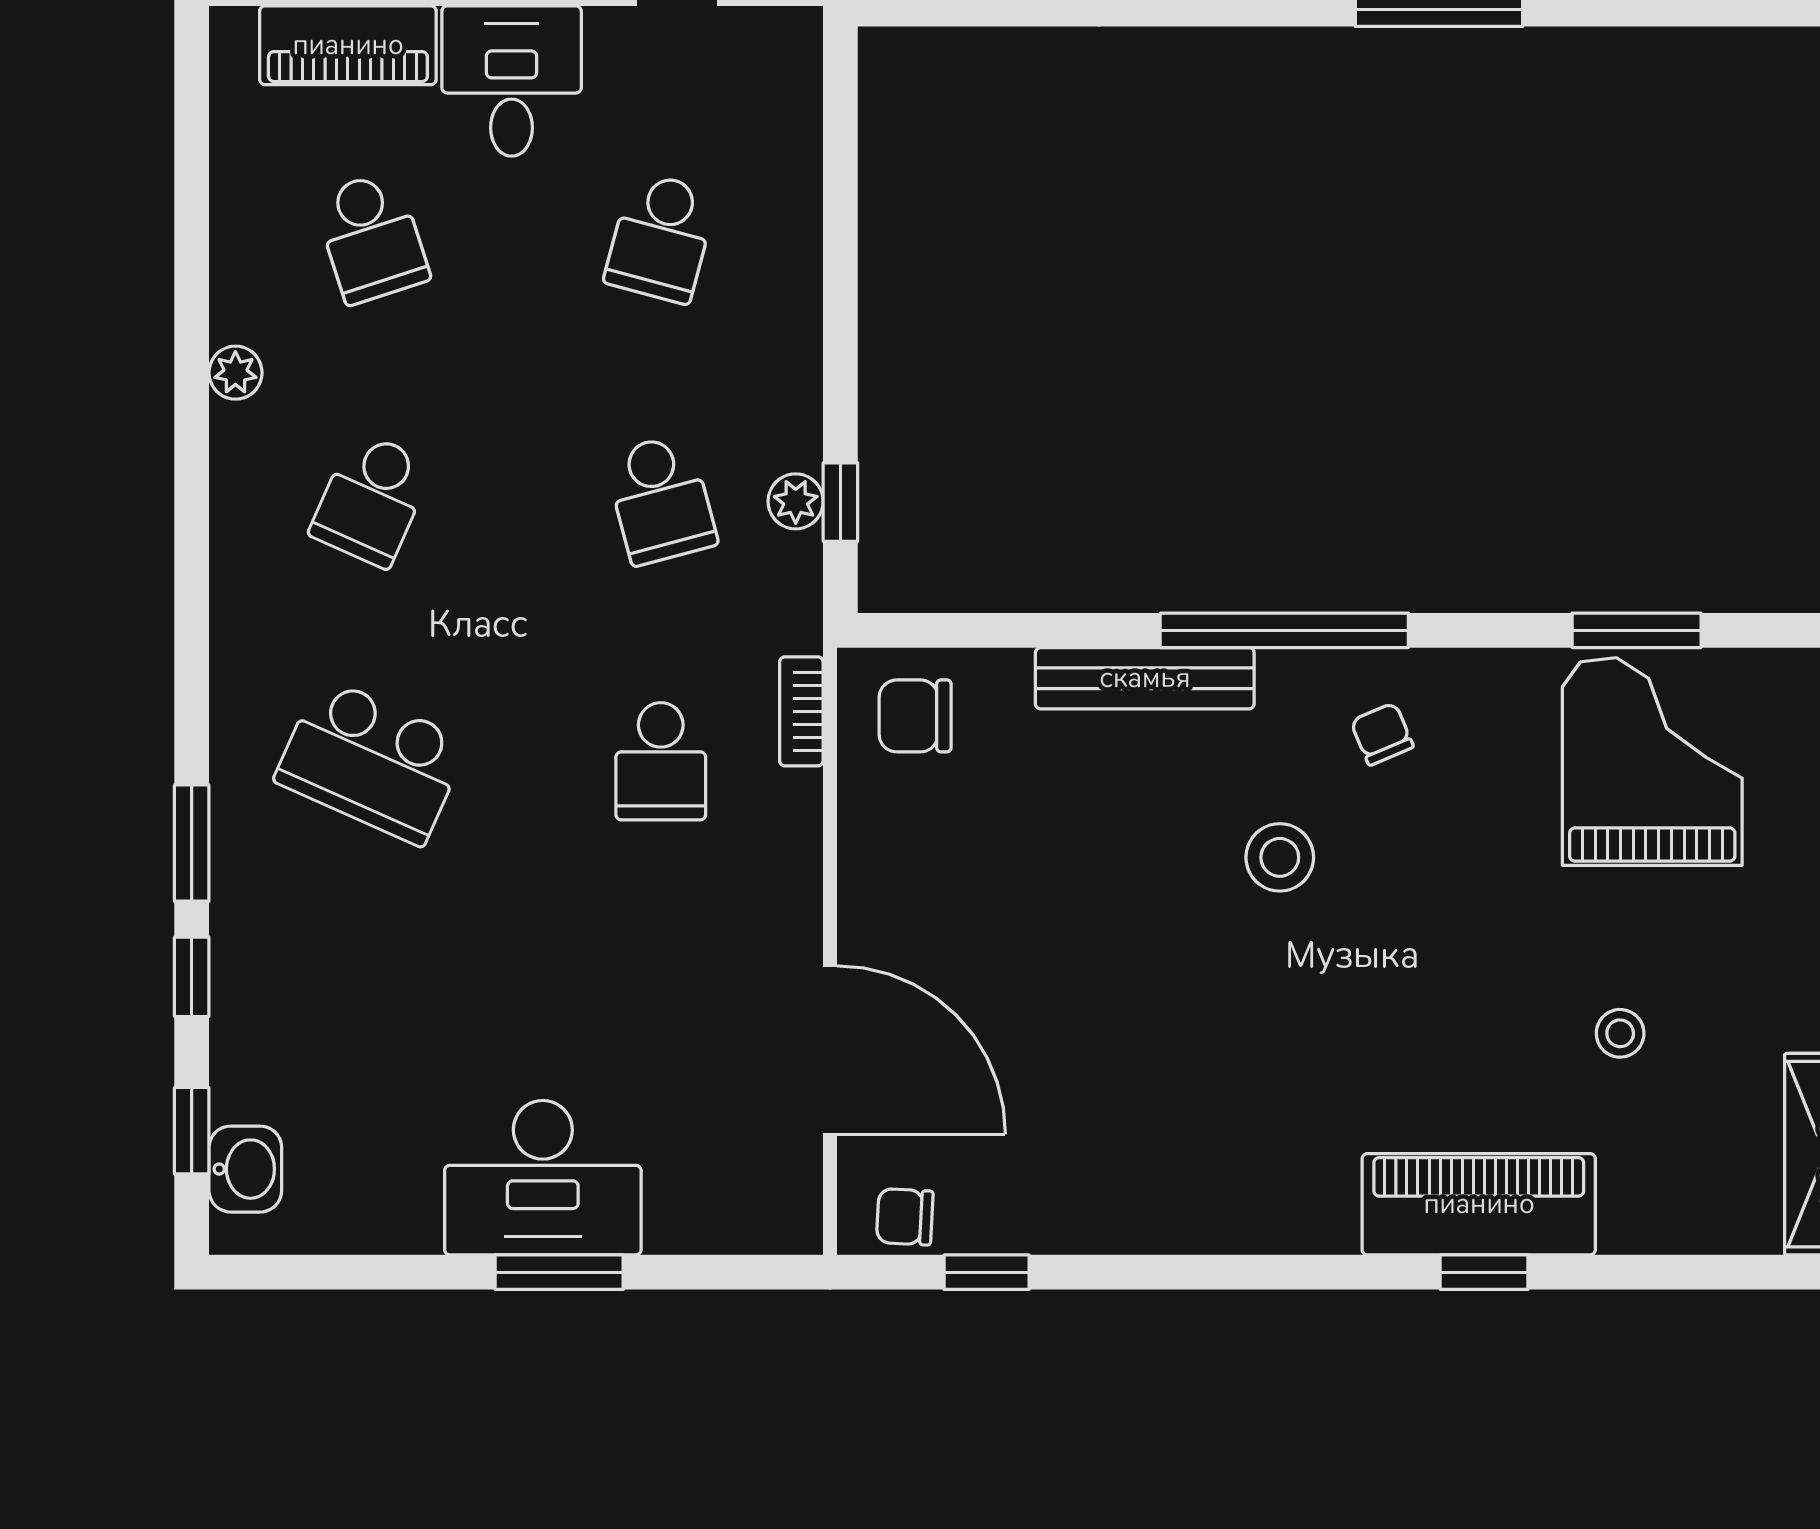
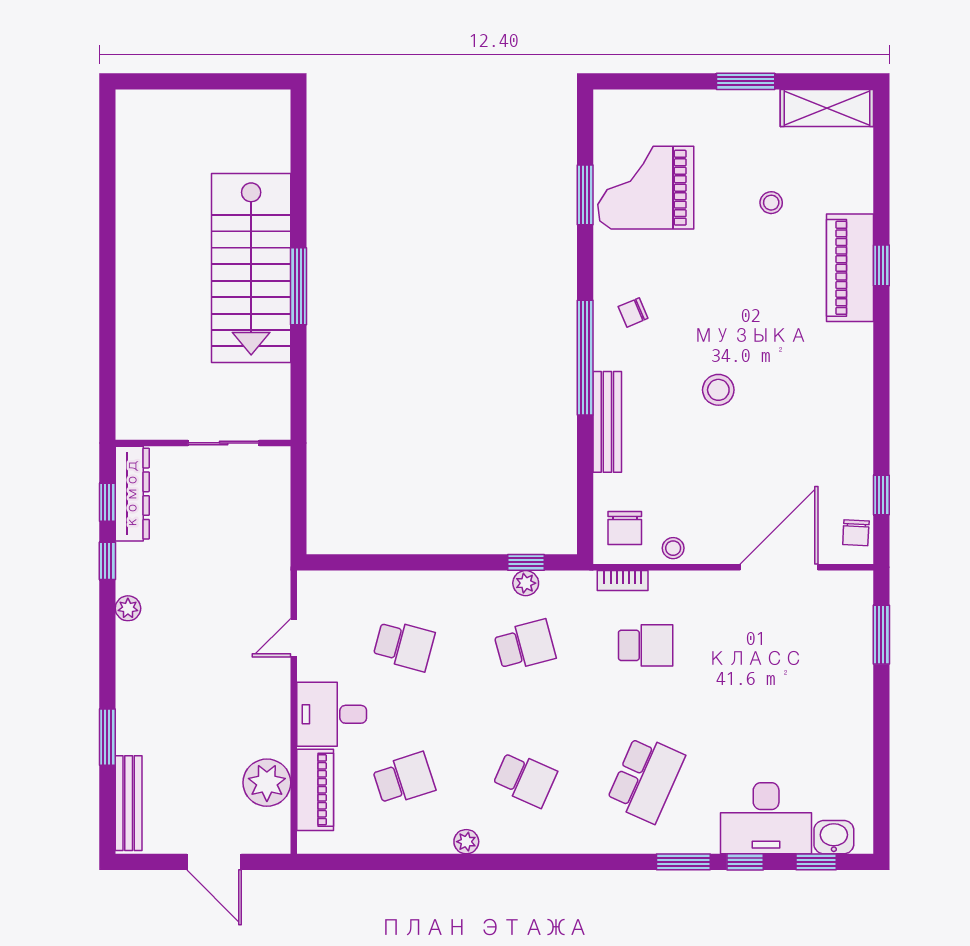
stool: (872, 821) -> (673, 548), added
stool: (1280, 857) -> (718, 390), moved
desk: (543, 1178) -> (766, 818), moved, turned 90
window: (559, 1272) -> (881, 635), moved

